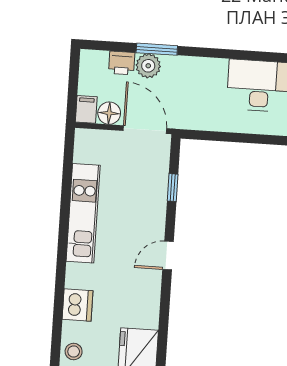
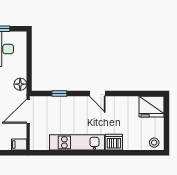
floor lamp: (109, 113) -> (20, 84), moved
dishwasher: (78, 305) -> (114, 142), moved

